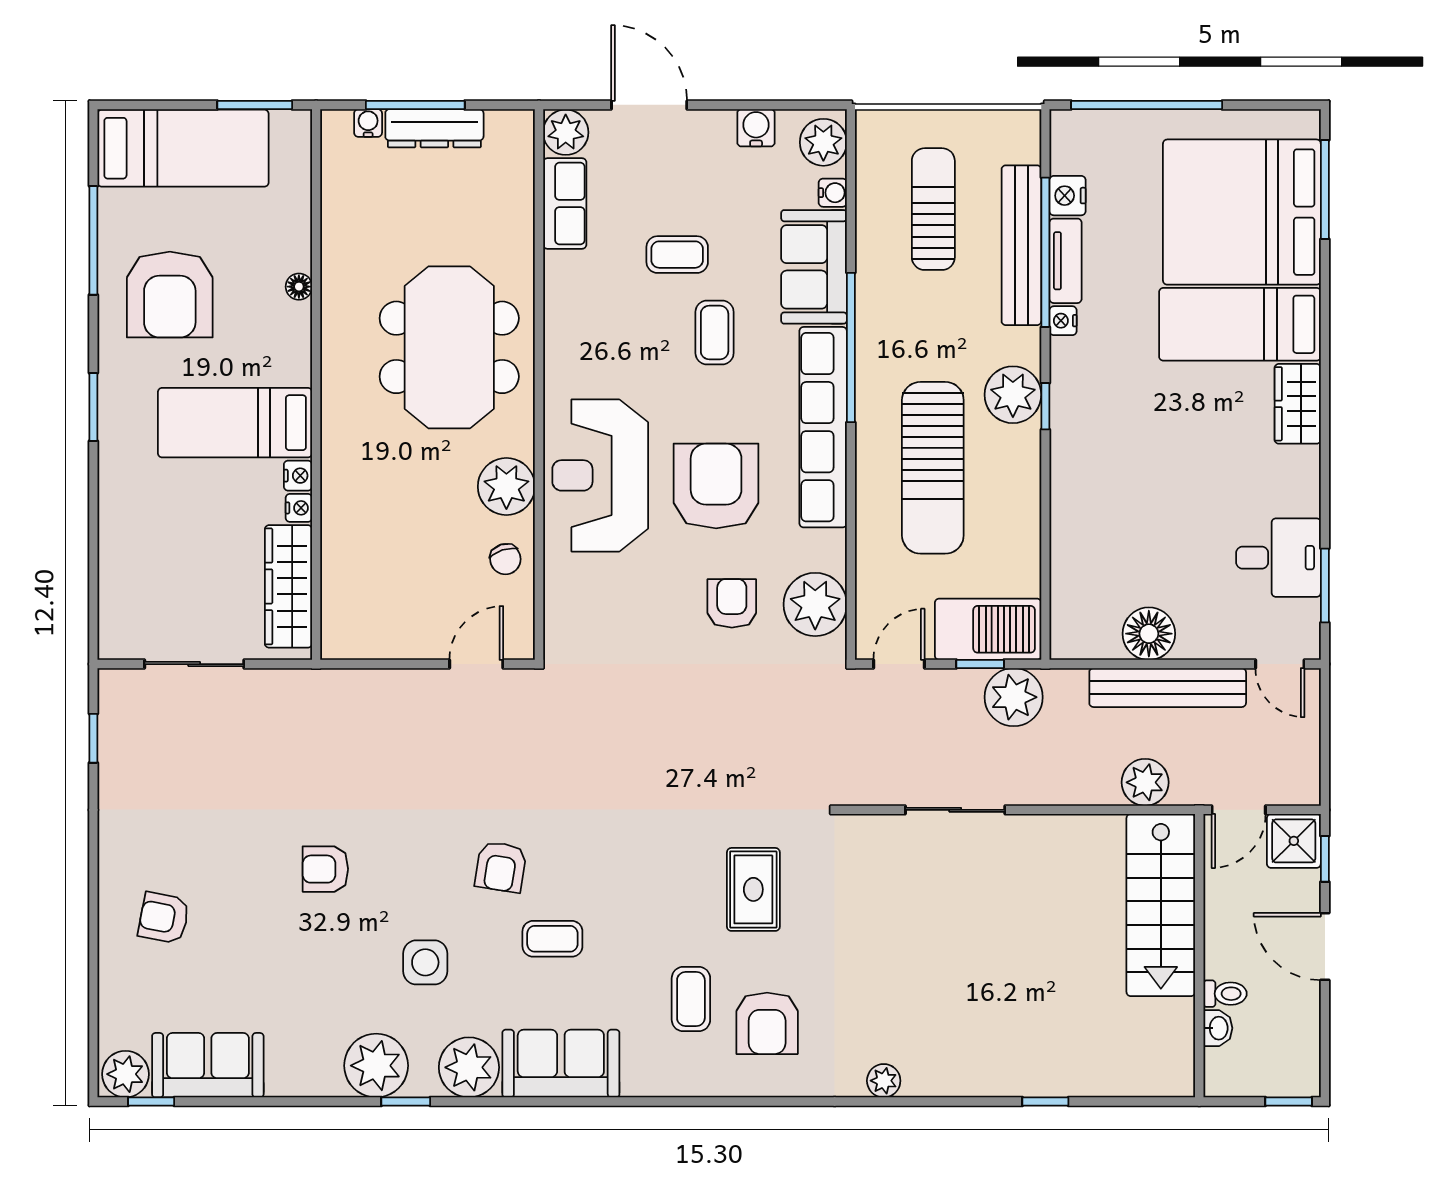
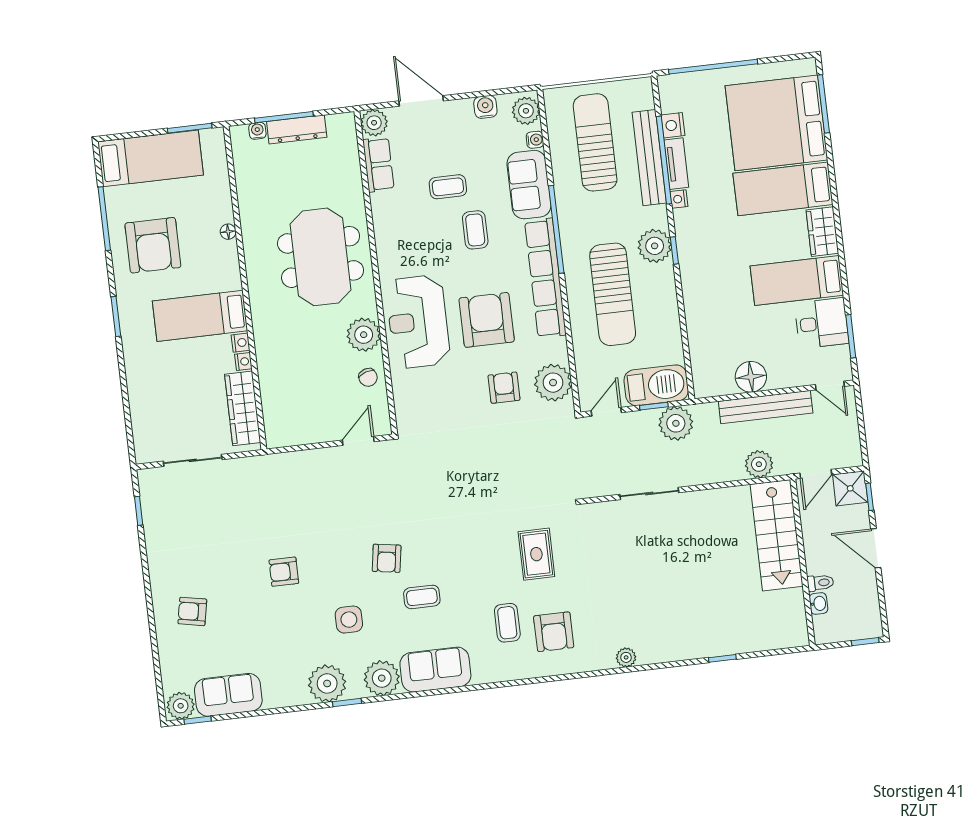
sun lounger: (933, 209) -> (595, 142), width x1.36, depth x1.34
bed: (1245, 481) -> (797, 281), added

